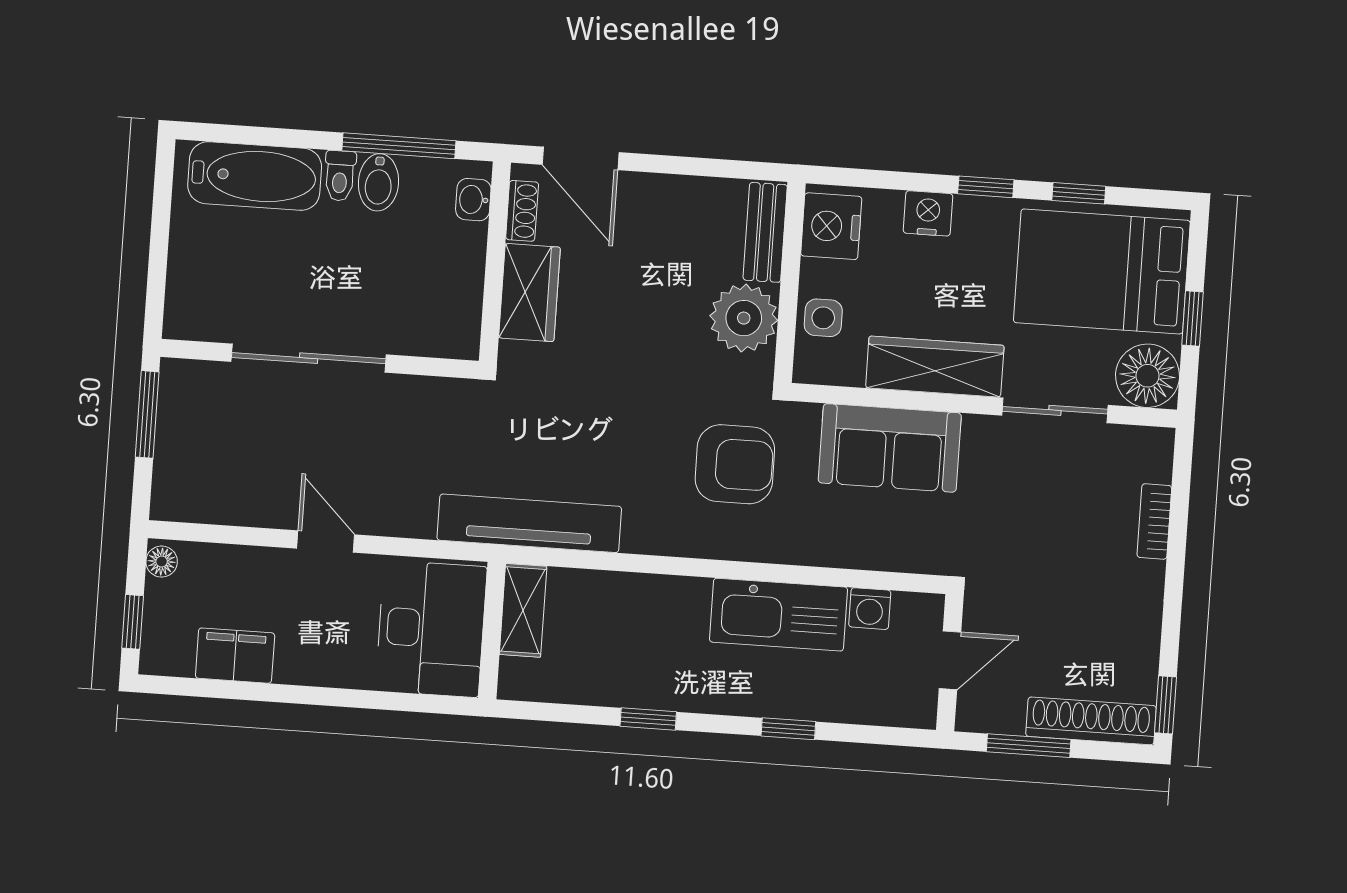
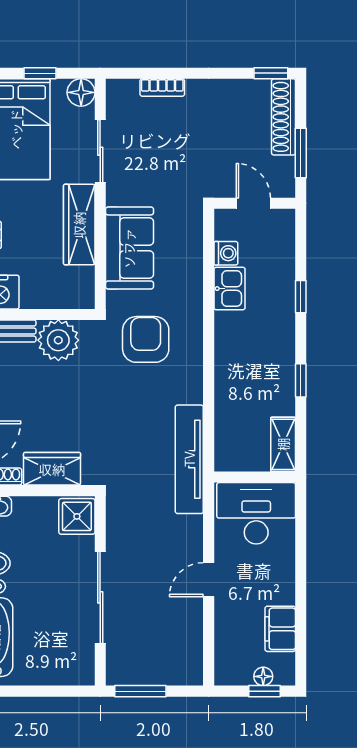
side table: (823, 318) -> (55, 293), removed
shower: (447, 329) -> (77, 516), added
floor lamp: (1148, 376) -> (81, 92), width x0.73, depth x0.73
floor lamp: (162, 562) -> (263, 676), moved
shelving: (523, 610) -> (283, 444), moved, turned 90
kitchen sink: (779, 615) -> (230, 289), width x0.53, depth x0.81

